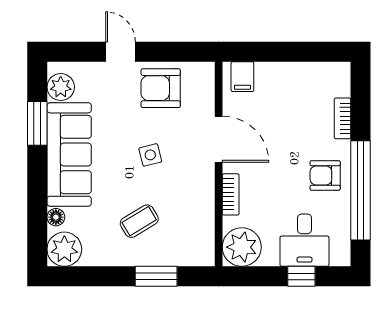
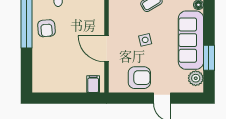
bookcase: (342, 118) -> (37, 61), removed
armchair: (325, 175) -> (46, 28), turned 85
bookcase: (231, 194) -> (100, 18), removed

